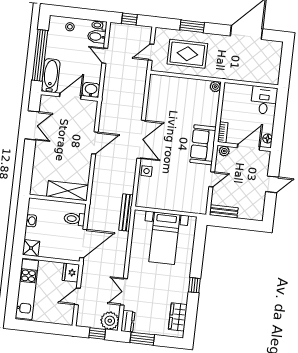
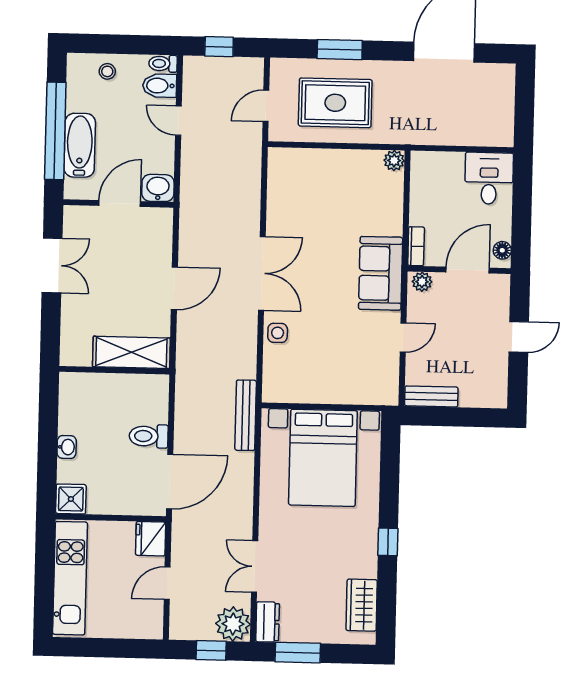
bathtub: (51, 76) -> (80, 145), moved
shelving: (68, 191) -> (131, 352), moved
wall: (58, 199) -> (114, 370), moved
bed with nightstands: (164, 238) -> (323, 458), width x1.36

